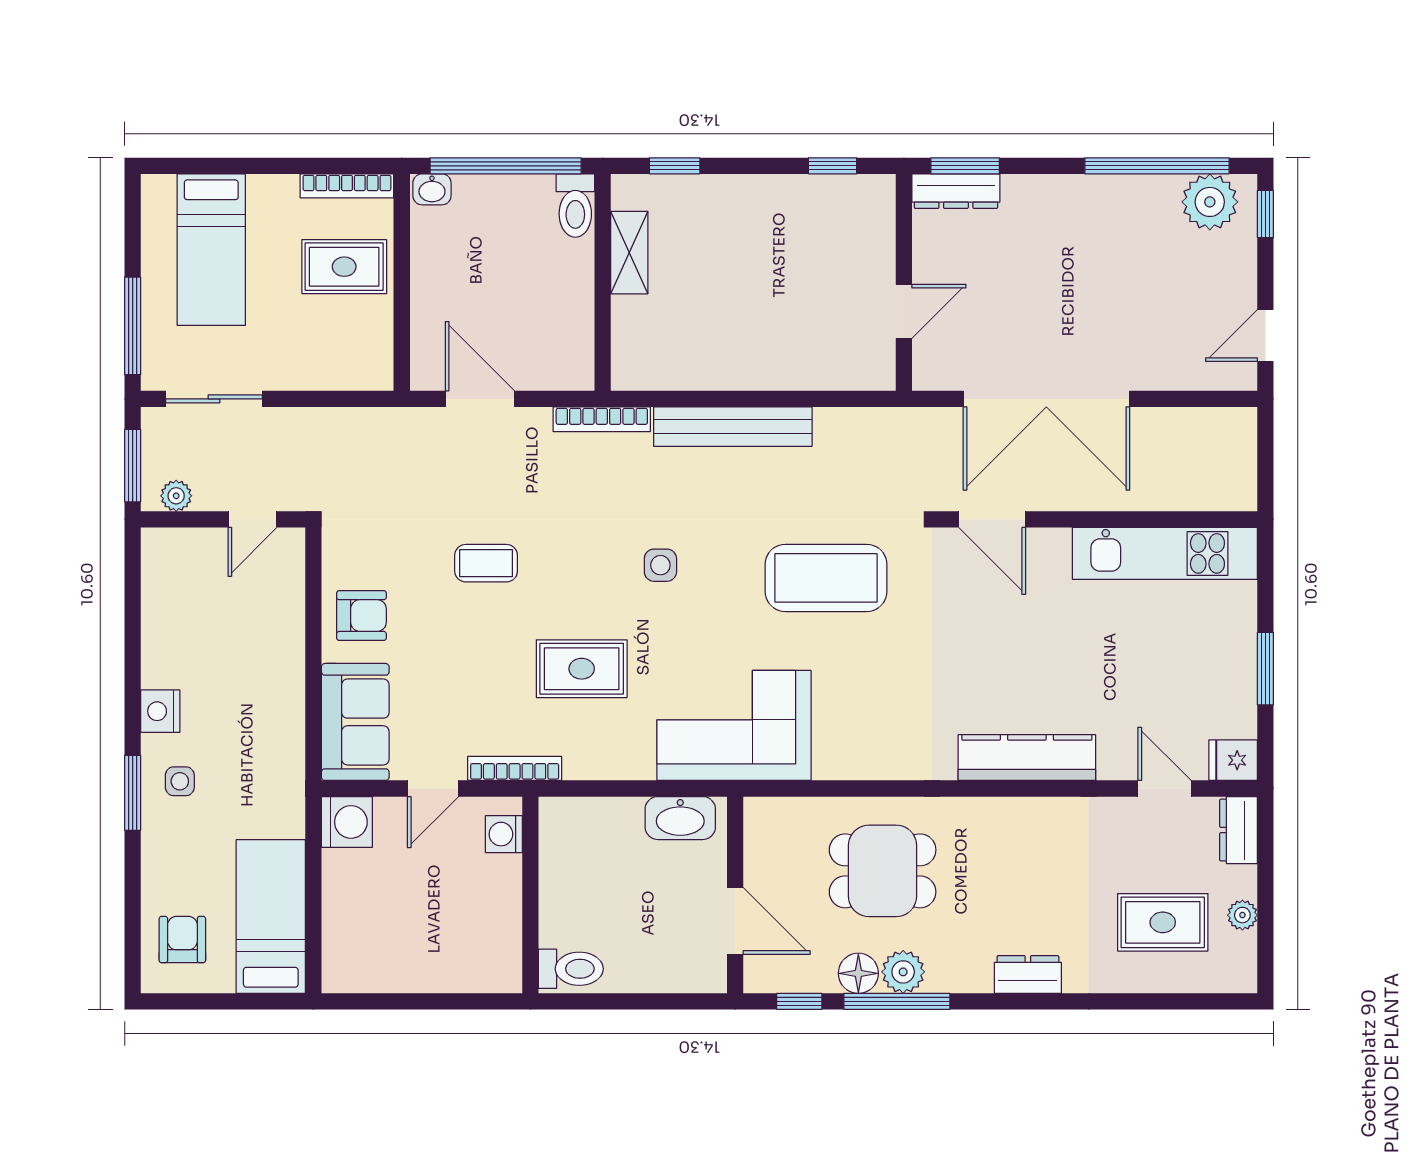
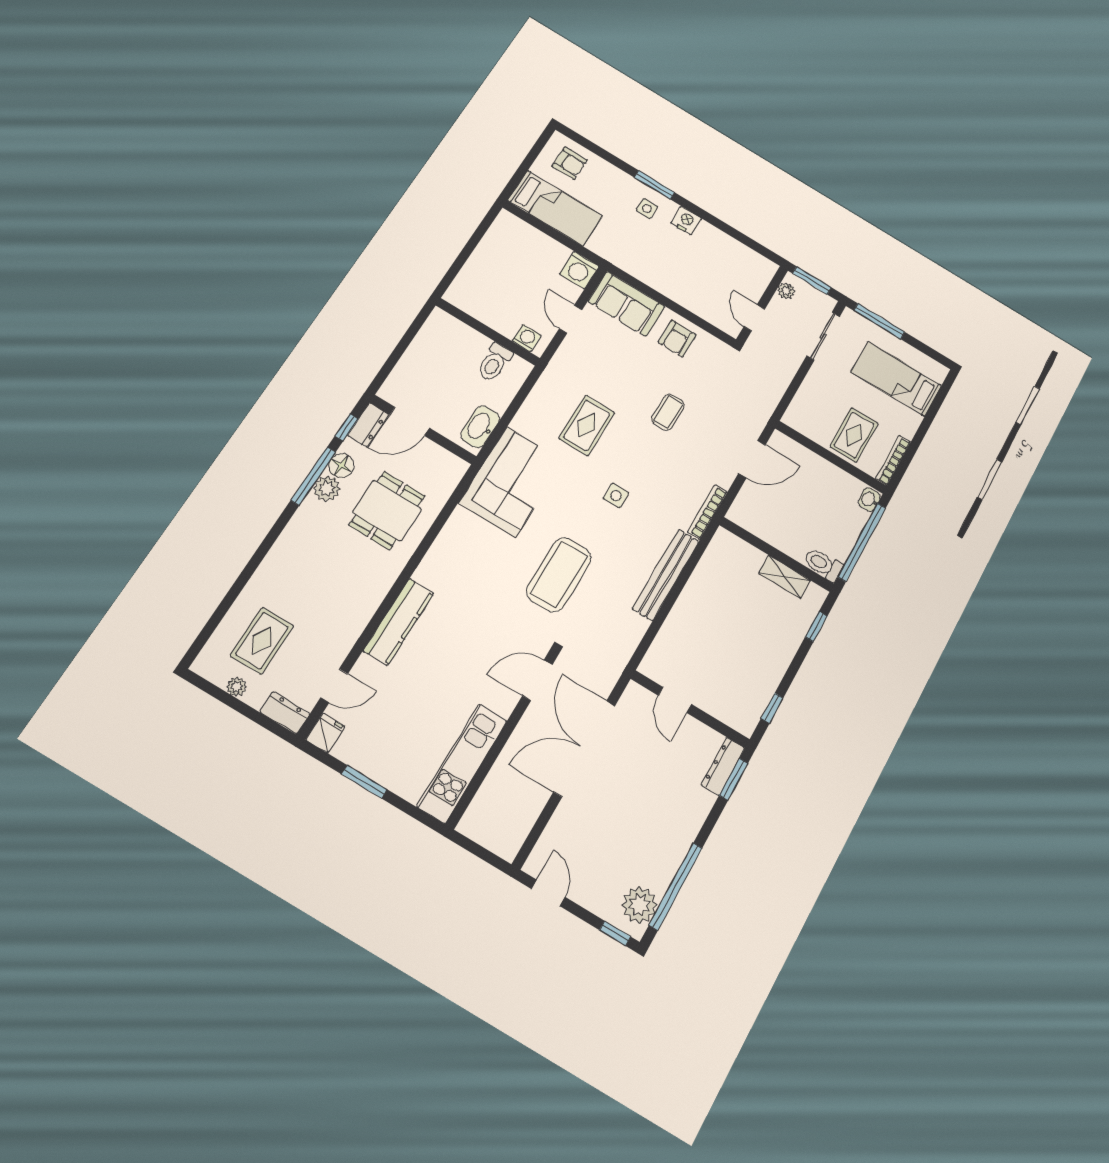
bookcase: (515, 768) -> (556, 363), removed
toilet: (571, 969) -> (494, 362), moved
dresser: (1028, 975) -> (368, 425), moved

